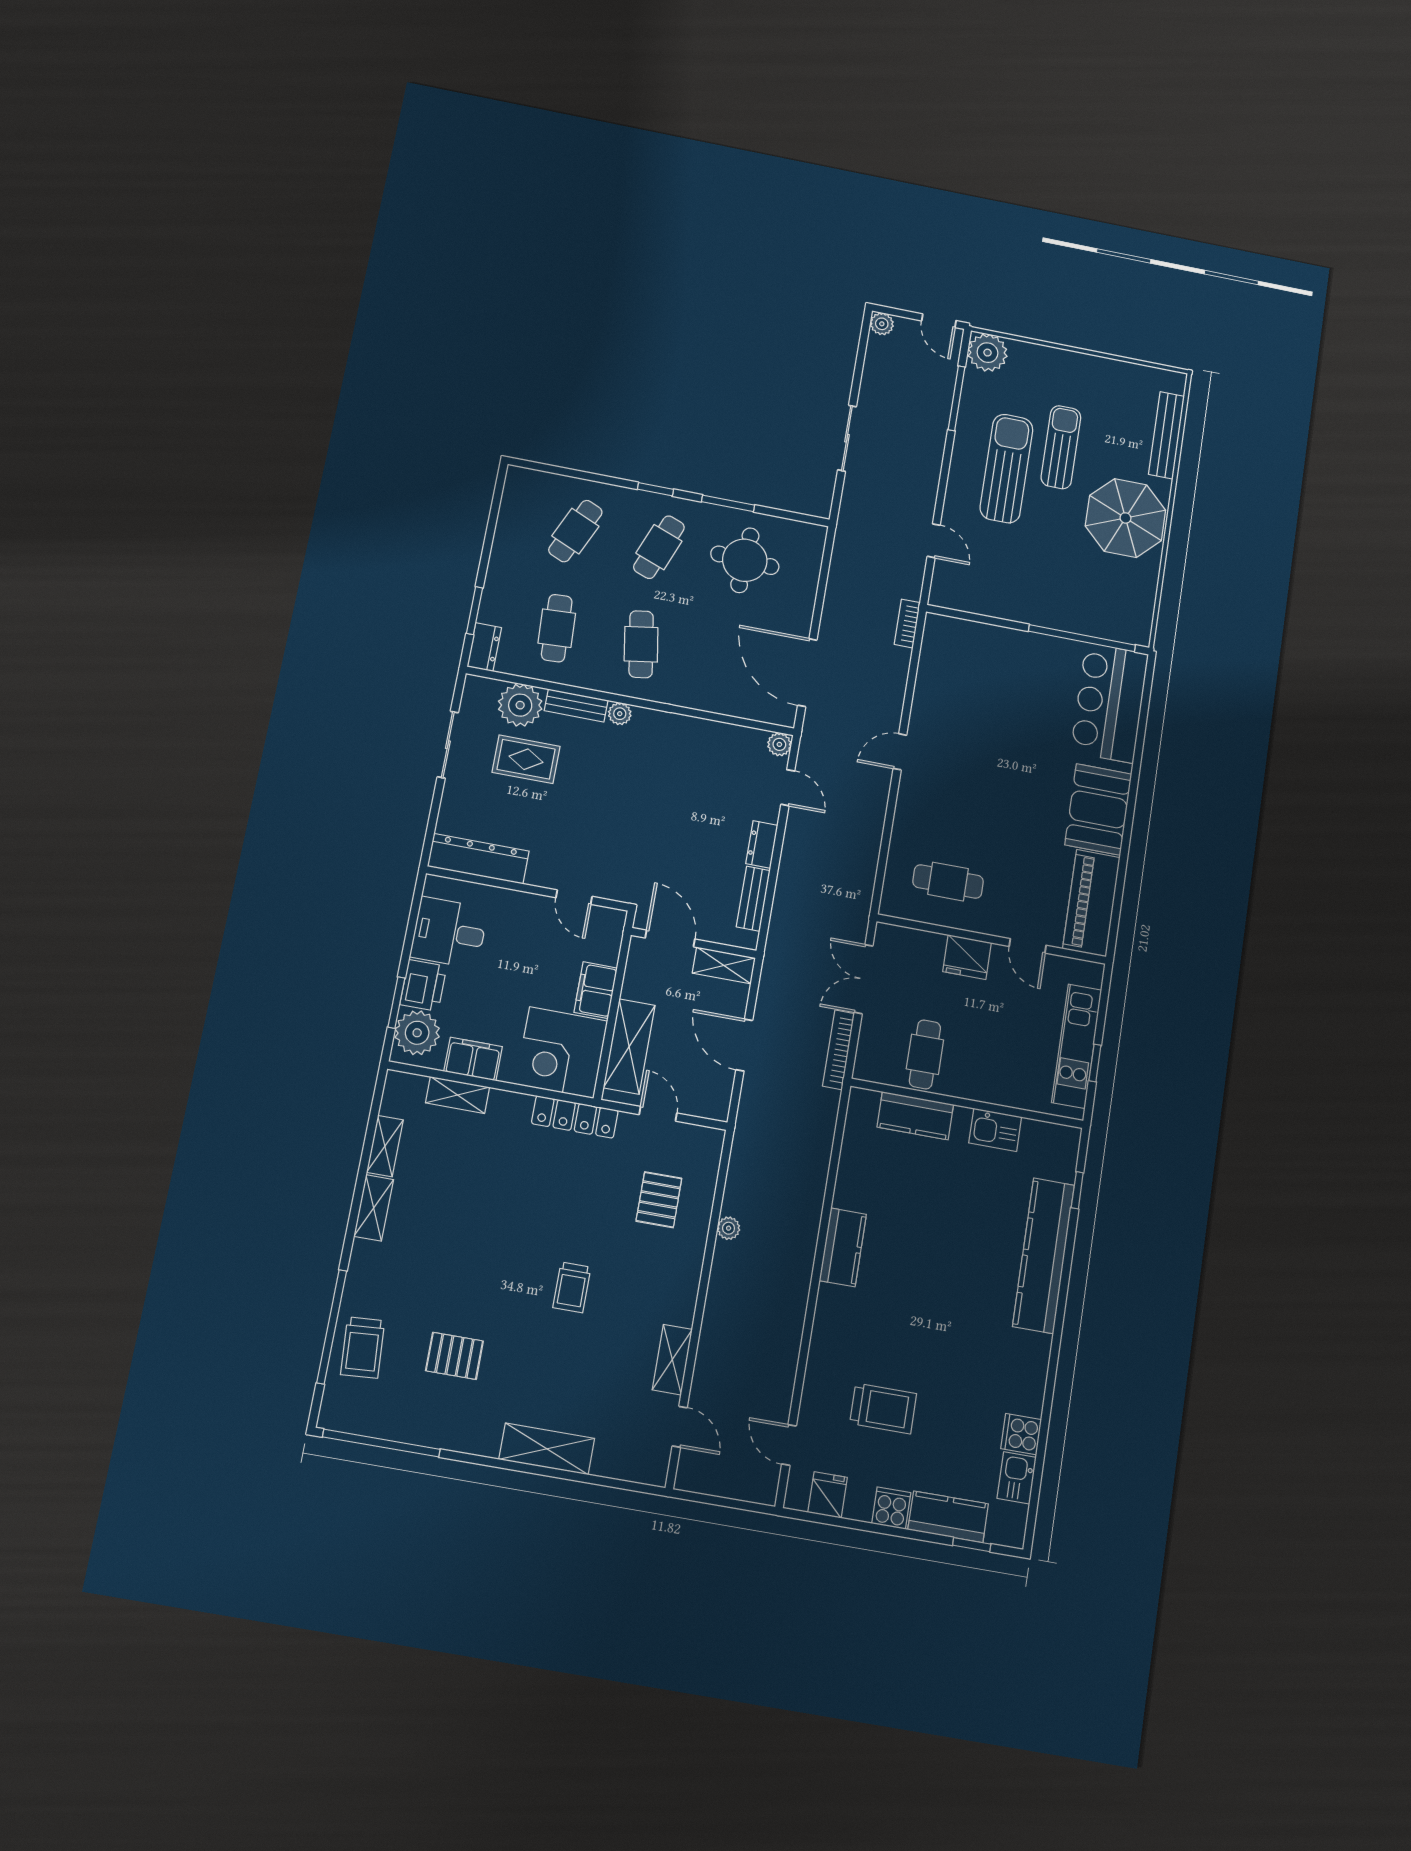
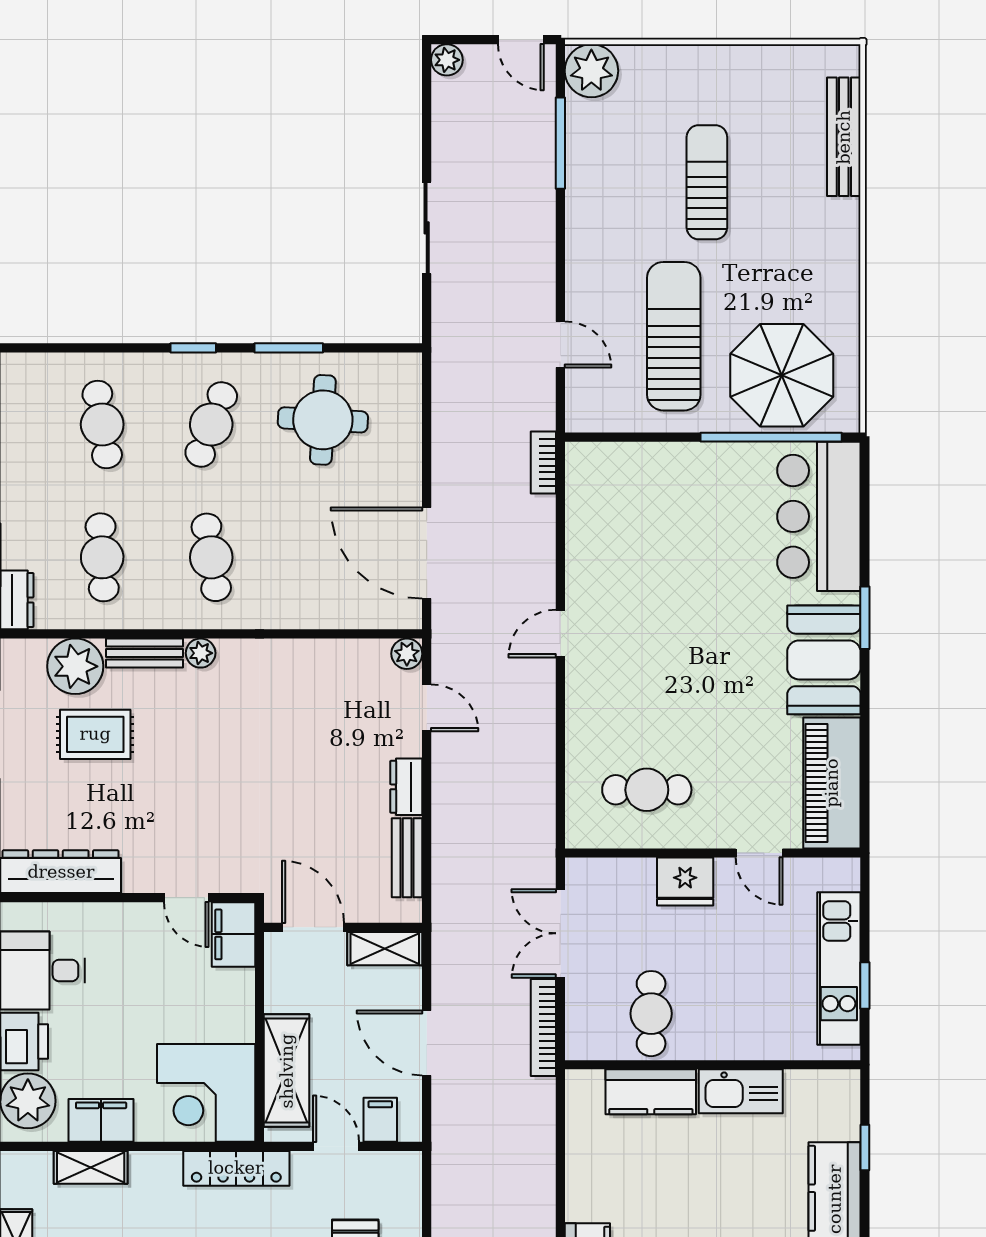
sun lounger: (1006, 468) -> (674, 336), moved
parasol: (1125, 518) -> (782, 375), moved
cafe table: (575, 531) -> (102, 424), turned -33
window: (1134, 784) -> (865, 618), added
filing cabinet: (596, 990) -> (233, 934), moved
filing cabinet: (697, 1099) -> (380, 1120), added
kitchen sink: (995, 1130) -> (741, 1091), width x1.38

